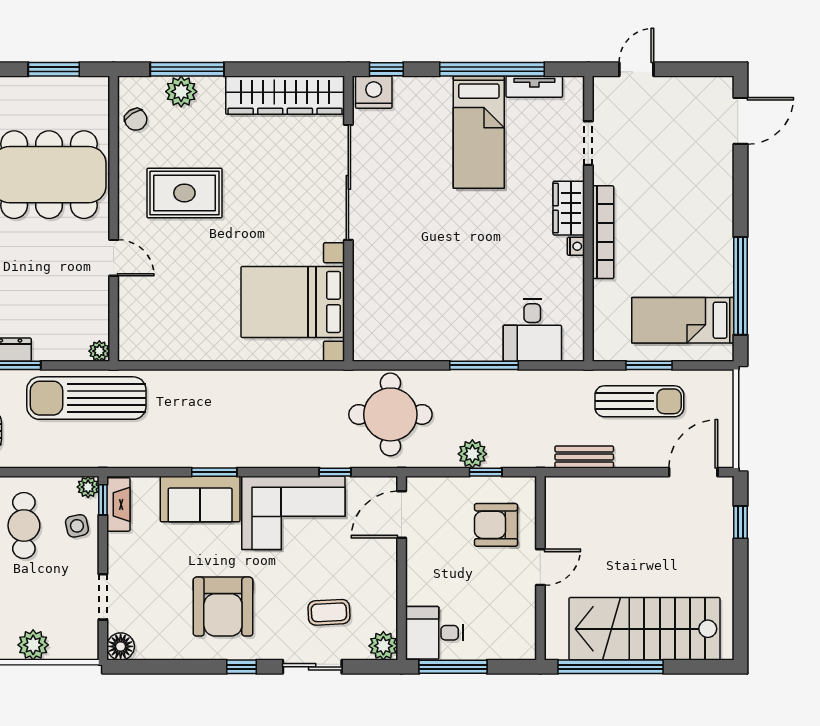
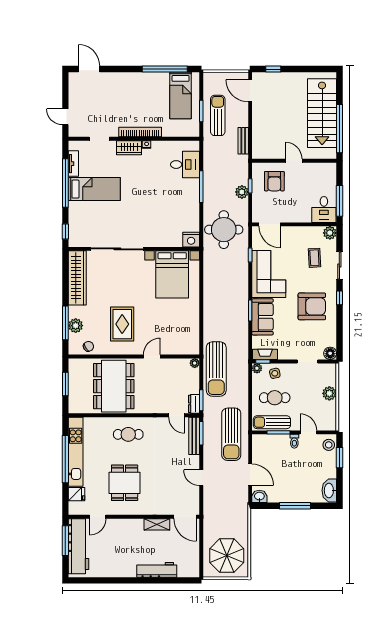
nightstand: (374, 92) -> (191, 240), moved, turned -90

